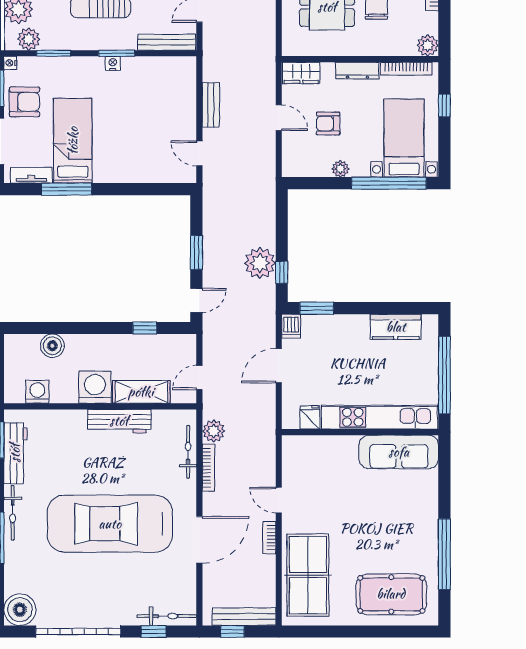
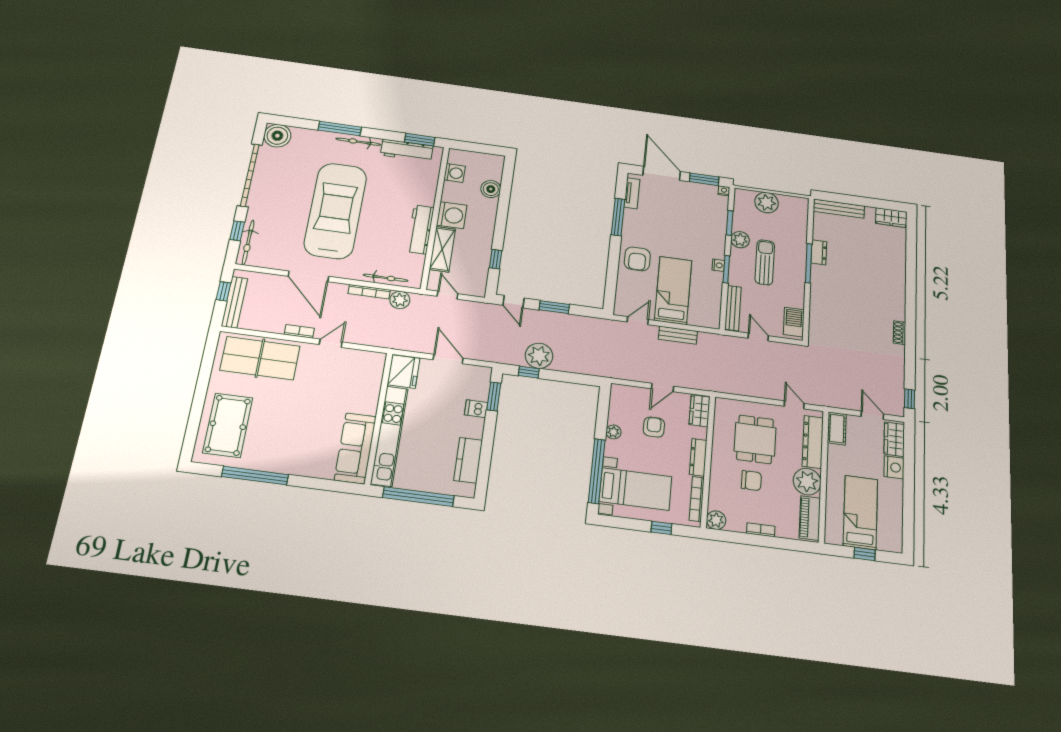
plant: (29, 39) -> (740, 240), moved
armchair: (24, 102) -> (637, 259), moved
bed: (73, 141) -> (673, 290), moved, turned -90
dishwasher: (291, 326) -> (476, 409), moved
fridge: (310, 417) -> (404, 372), width x1.88, depth x1.34

